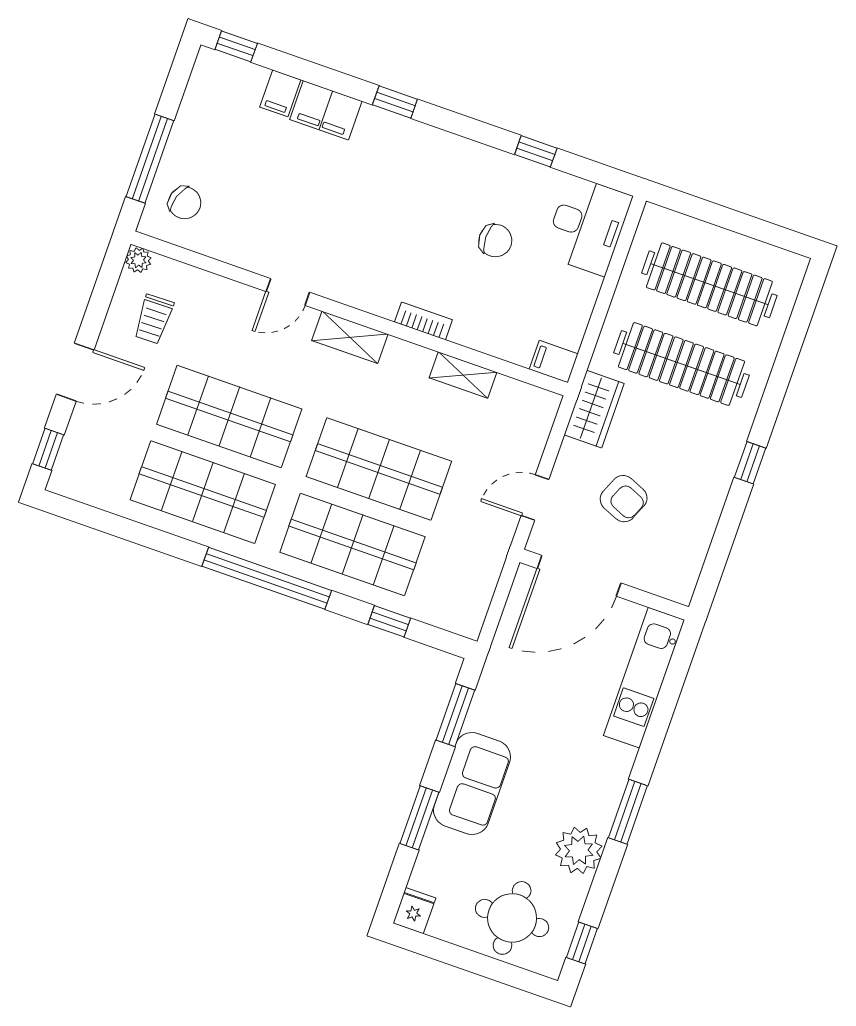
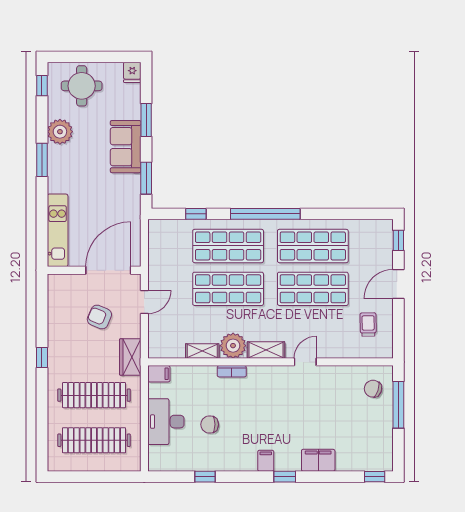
filing cabinet: (280, 93) -> (266, 461), moved
desk: (587, 226) -> (166, 422), moved
plant: (138, 260) -> (233, 346), moved, width x1.87, depth x1.87

